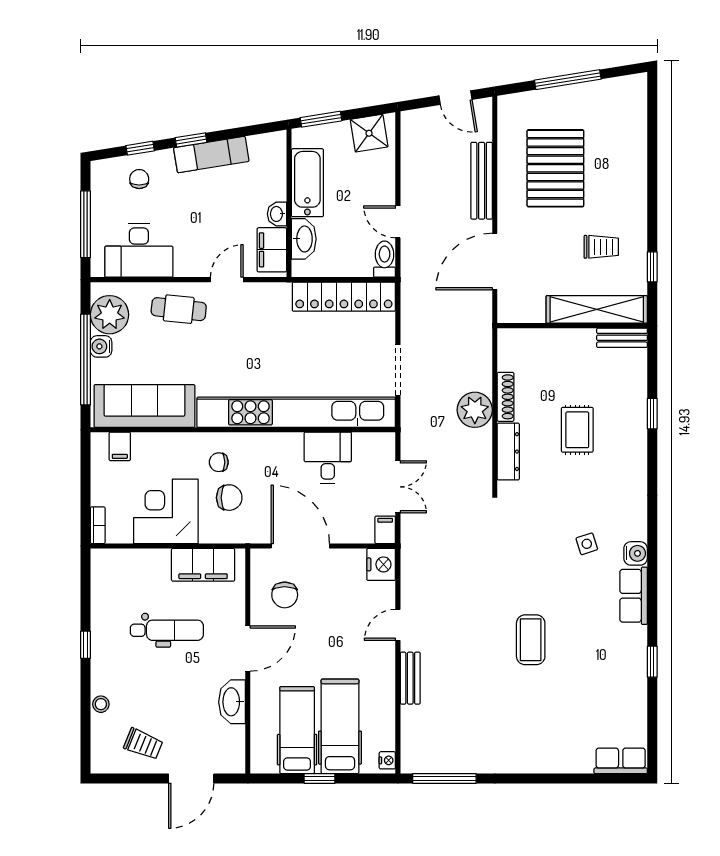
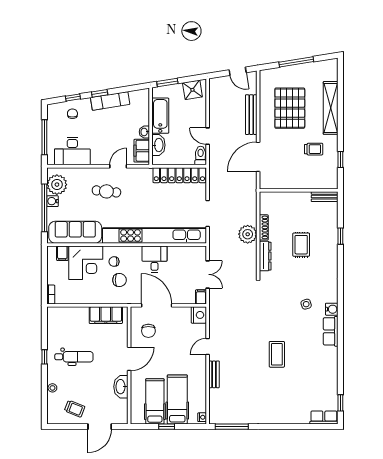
cafe table: (179, 309) -> (106, 191), moved
shelving: (597, 309) -> (331, 108), moved, turned 90
desk: (328, 458) -> (154, 259), moved
corner desk: (166, 511) -> (86, 263), moved, turned 180
dental chair: (167, 630) -> (74, 357), moved
window: (652, 662) -> (340, 403), moved

